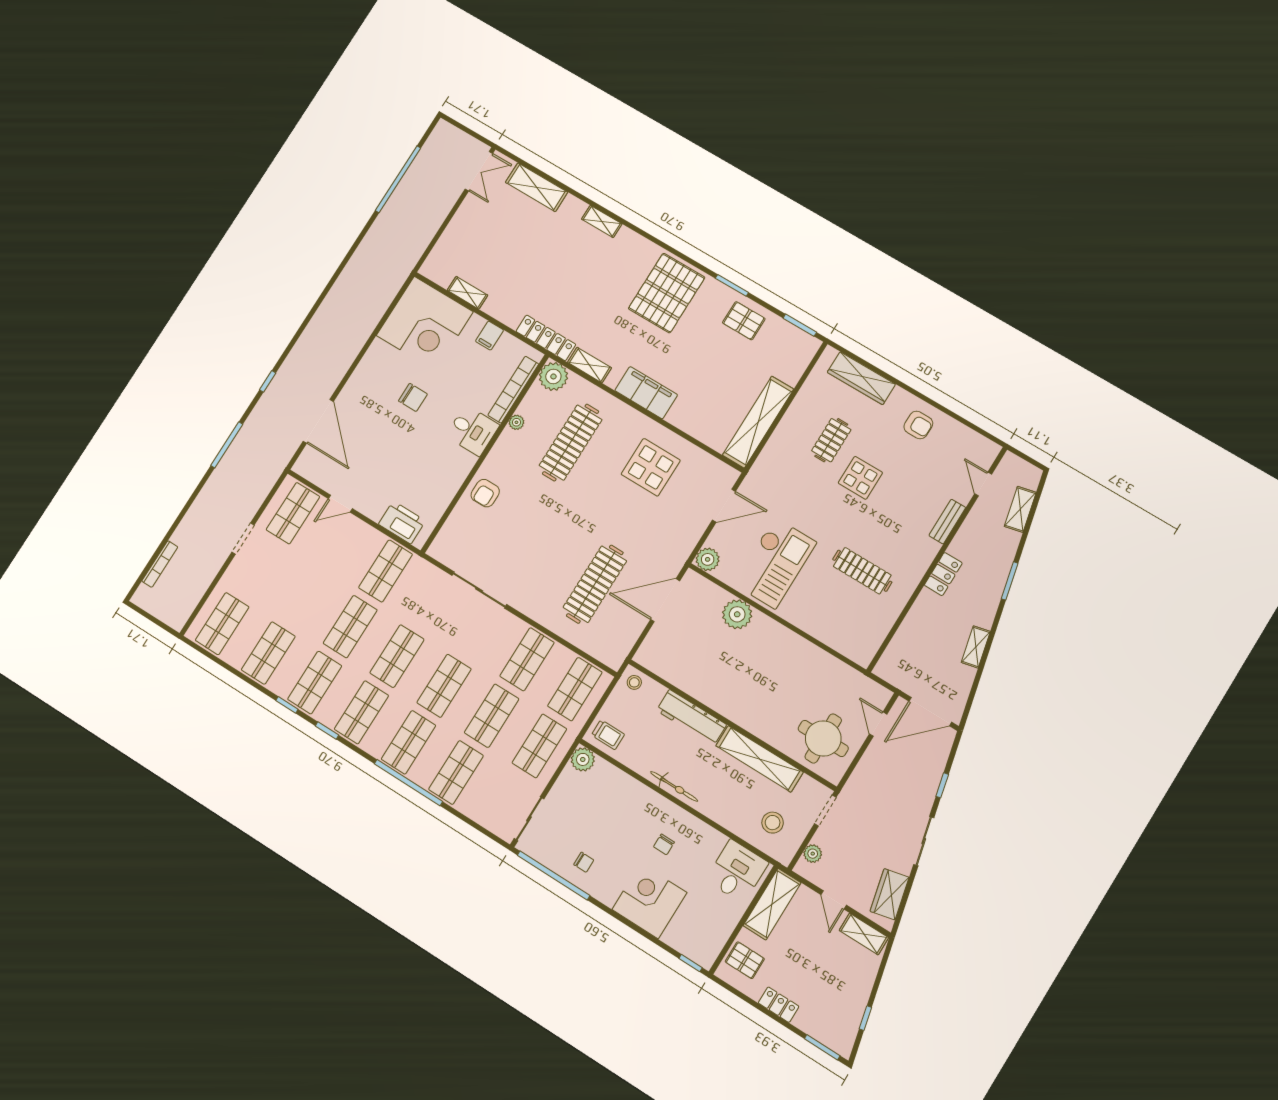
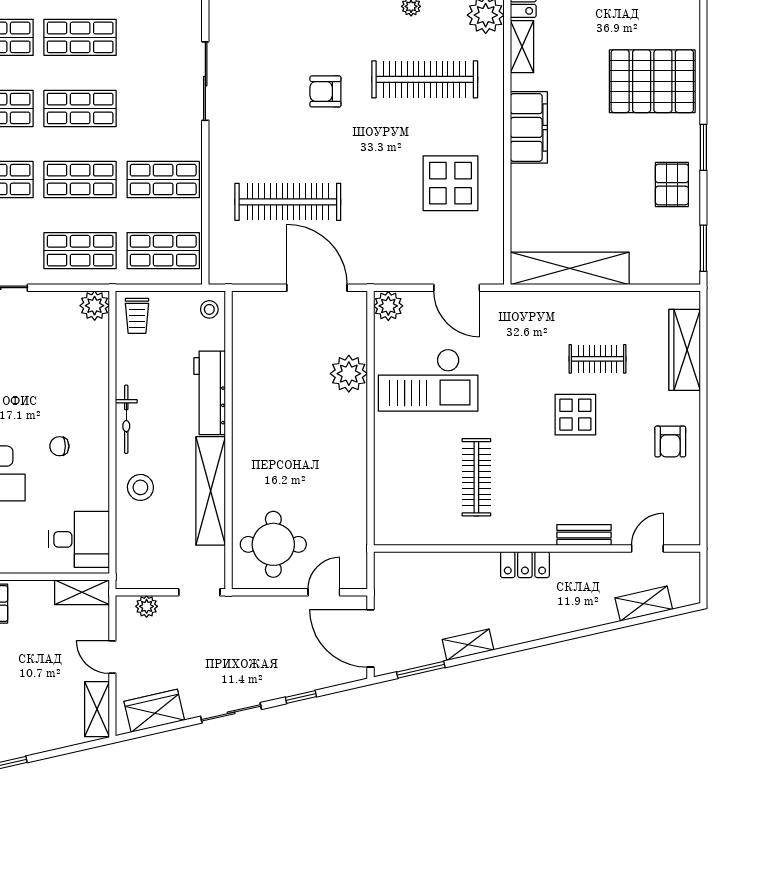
armchair: (485, 493) -> (325, 91), moved
window: (1010, 581) -> (421, 670), moved
stool: (773, 823) -> (140, 487), moved
door: (834, 900) -> (112, 657), hinge flipped
shelving: (772, 904) -> (82, 592), width x0.67, depth x0.75

